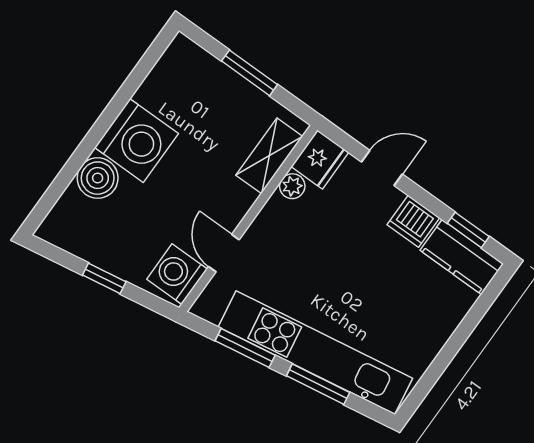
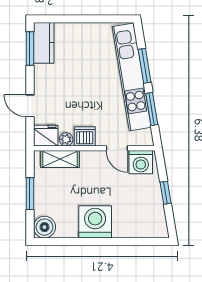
boiler: (98, 178) -> (44, 227), moved
dishwasher: (413, 221) -> (85, 136), moved, turned -90
window: (468, 230) -> (30, 49), width x1.50
door: (224, 253) -> (117, 148), hinge flipped

